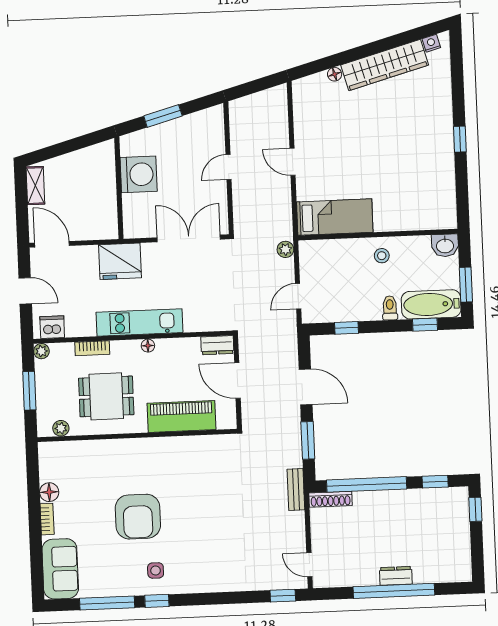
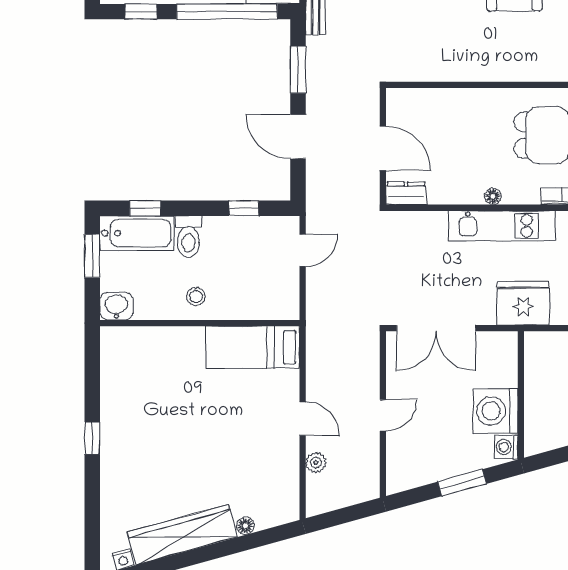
washing machine: (129, 146) -> (506, 447), added
plant: (285, 249) -> (316, 463), moved
toilet: (390, 308) -> (188, 237), width x1.37, depth x1.39
piano: (181, 416) -> (455, 106), removed

